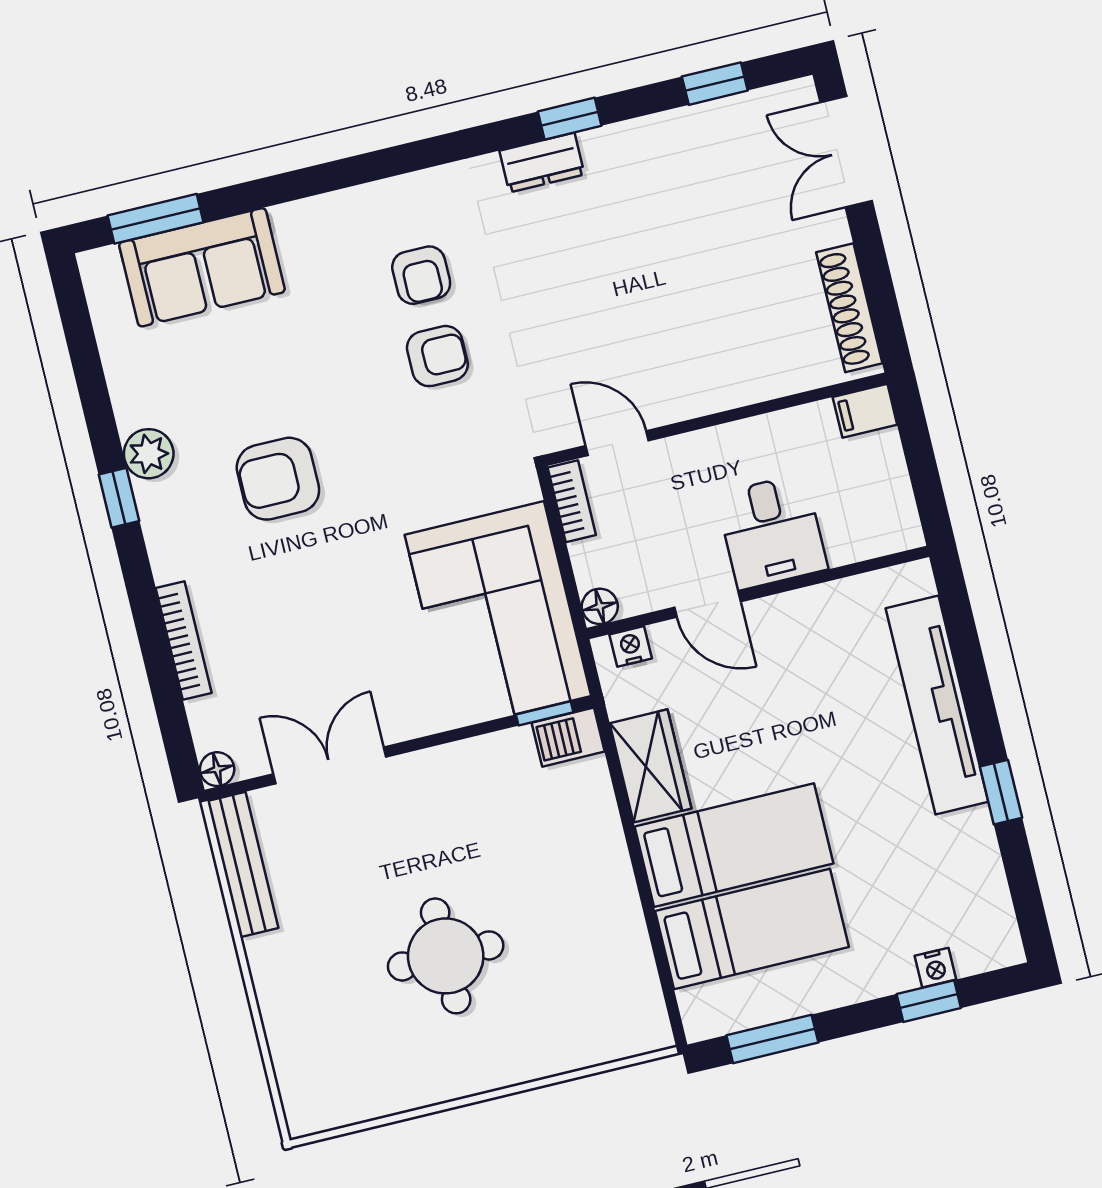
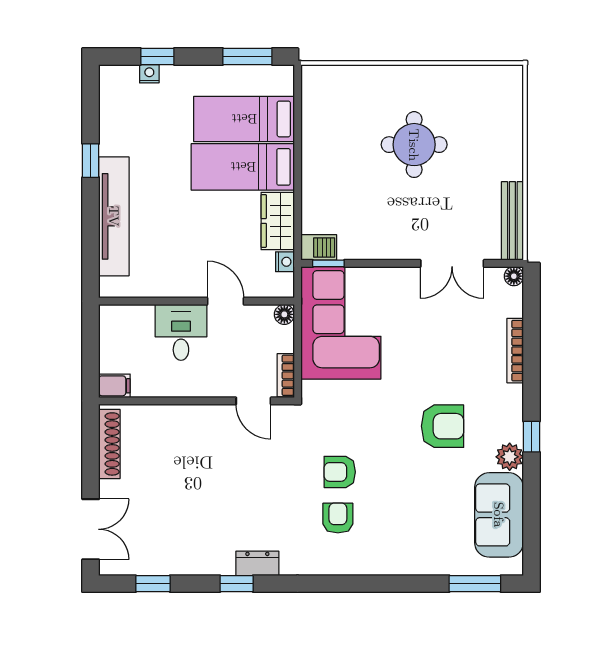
sofa: (202, 267) -> (499, 515), moved, turned -90
nightstand: (631, 646) -> (285, 262), moved, turned -90

